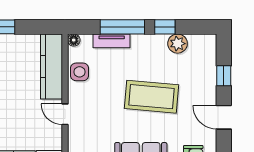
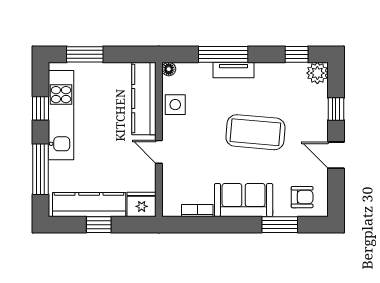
window: (165, 27) -> (297, 54), moved
tv unit: (112, 41) -> (233, 70), moved
plant: (178, 44) -> (317, 73), moved

